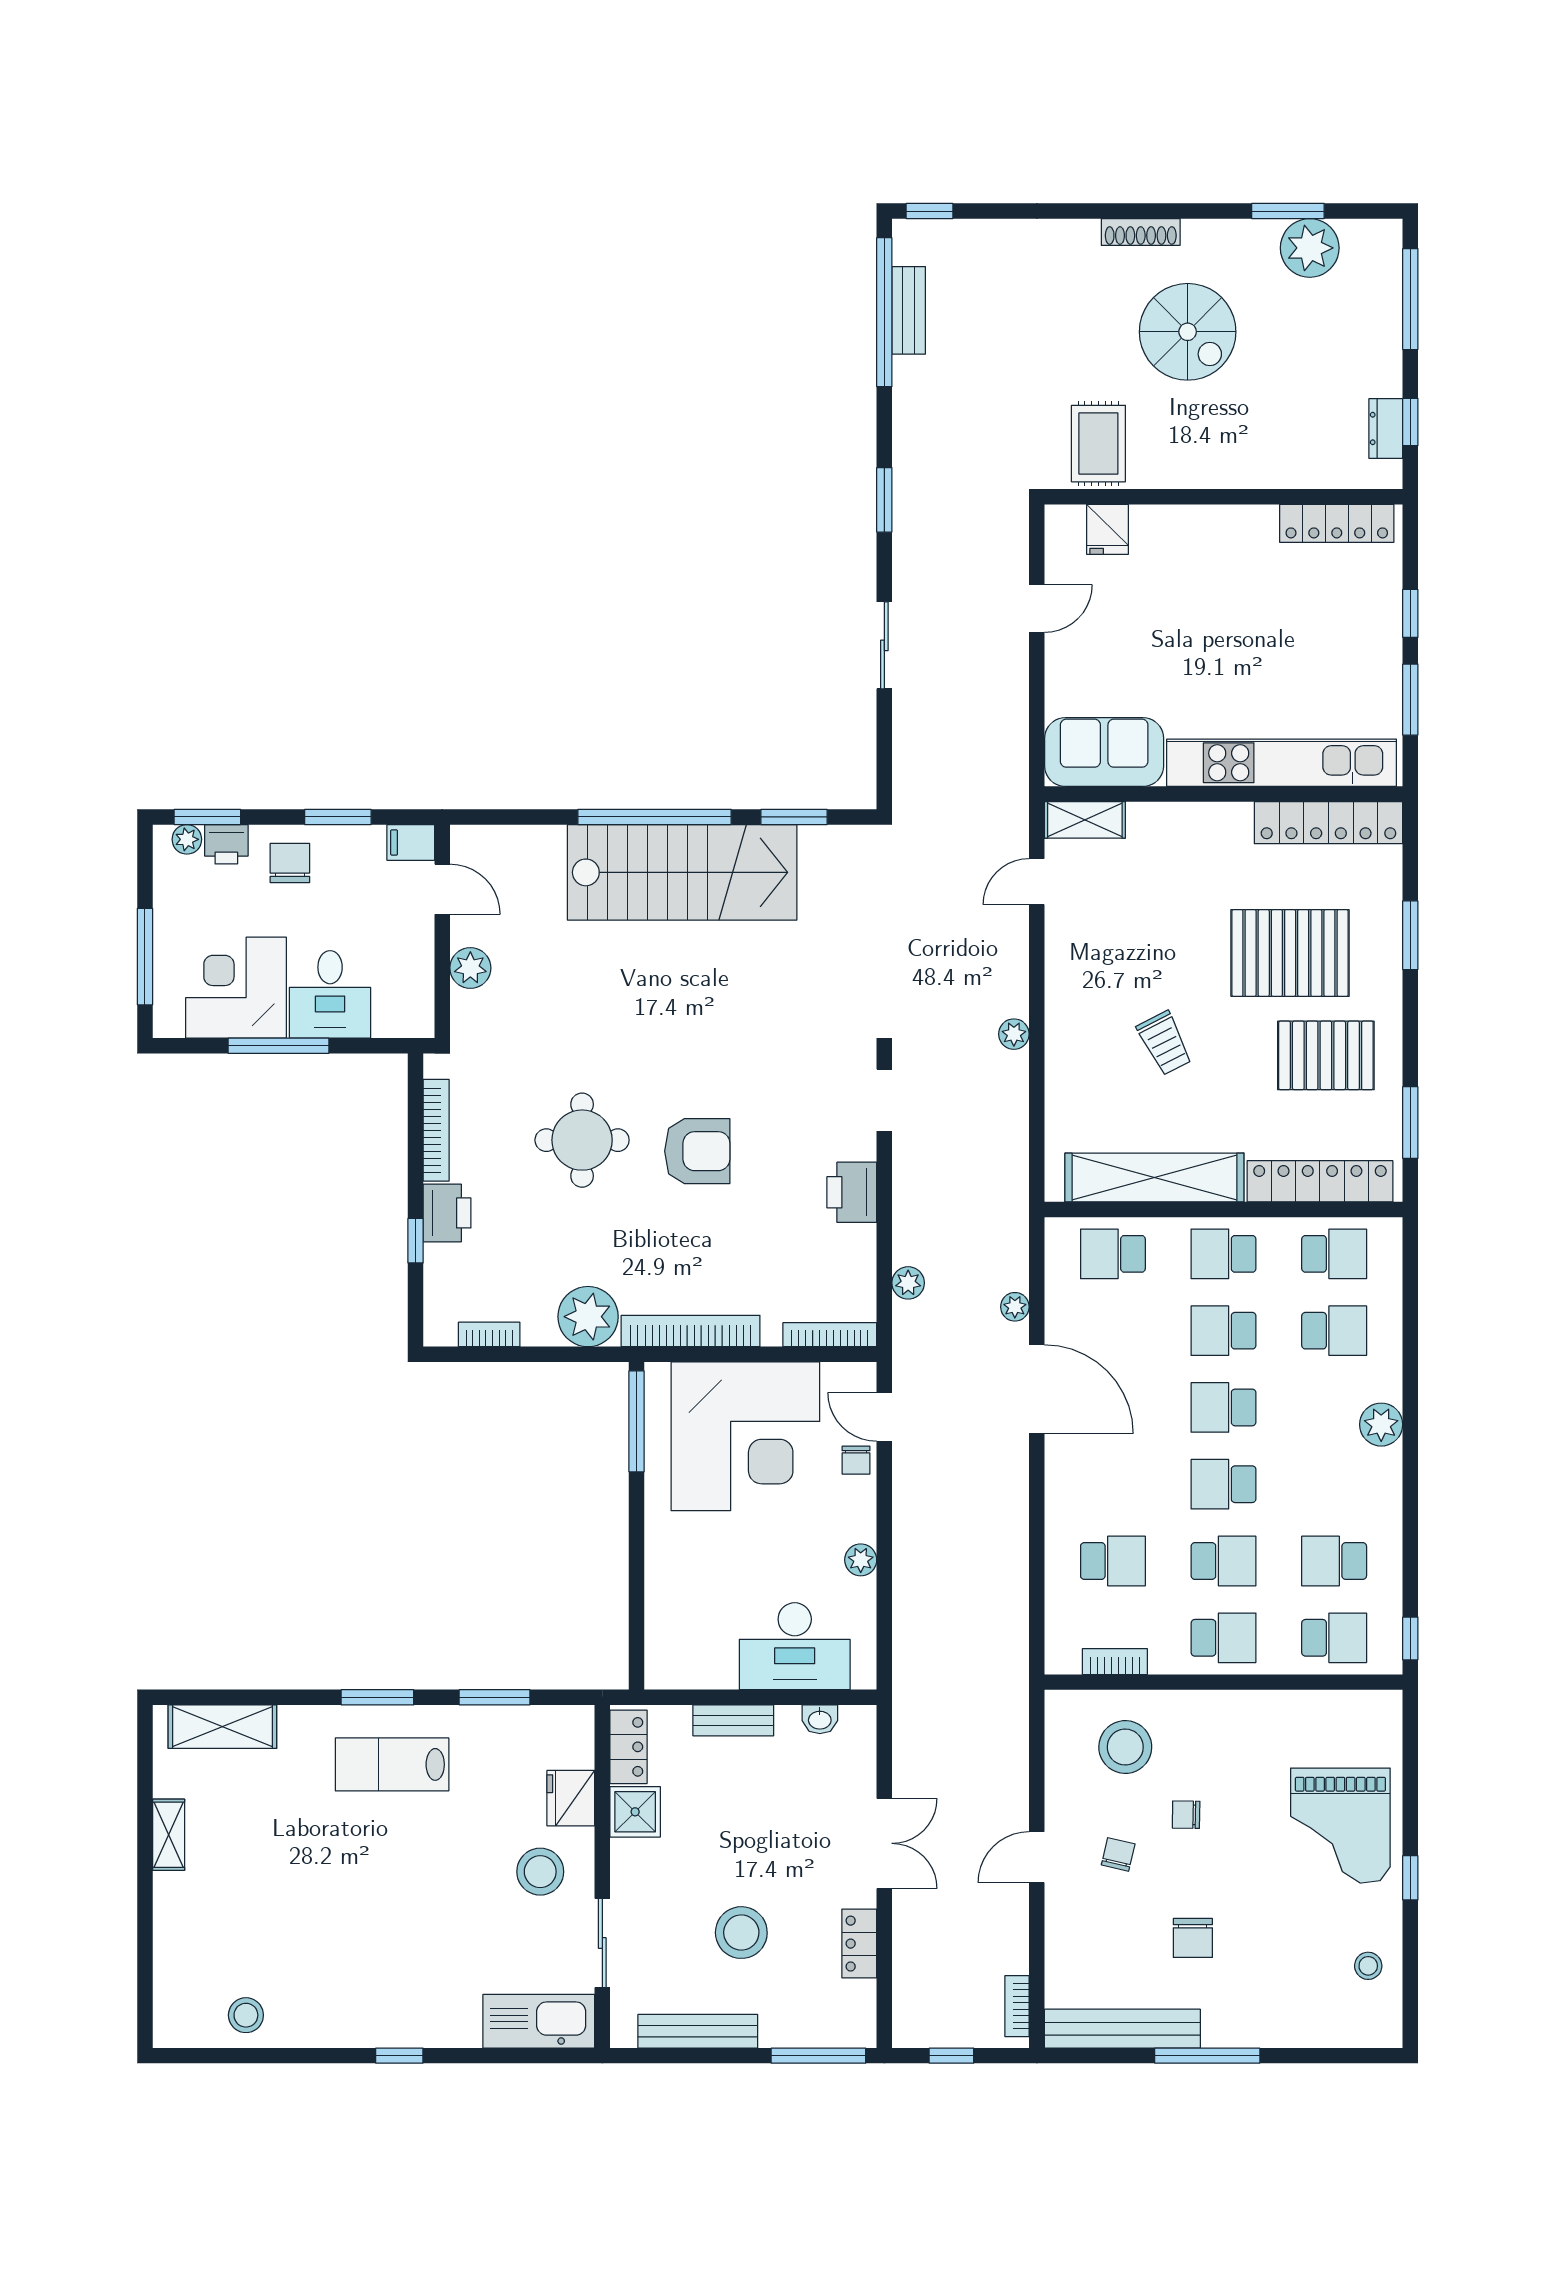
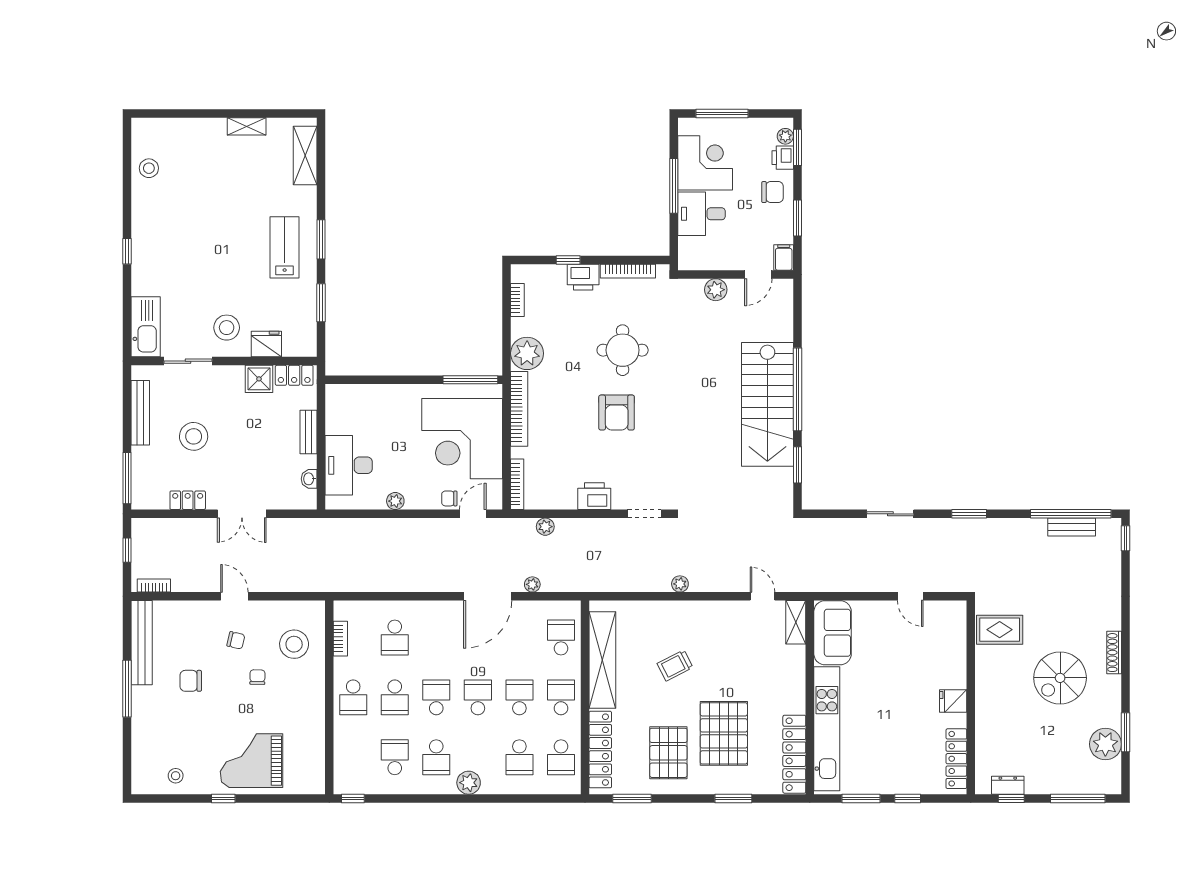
fridge: (1107, 529) -> (953, 701), moved
school desk: (1334, 1638) -> (436, 757), moved

